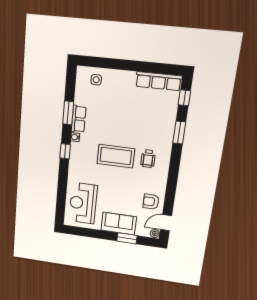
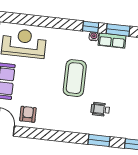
window: (65, 151) -> (91, 27), moved
wheelchair: (148, 159) -> (100, 109), moved

